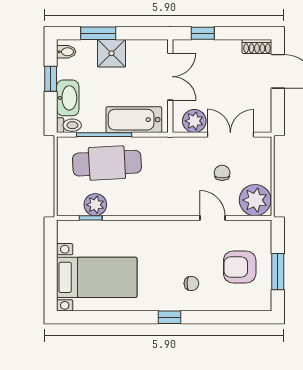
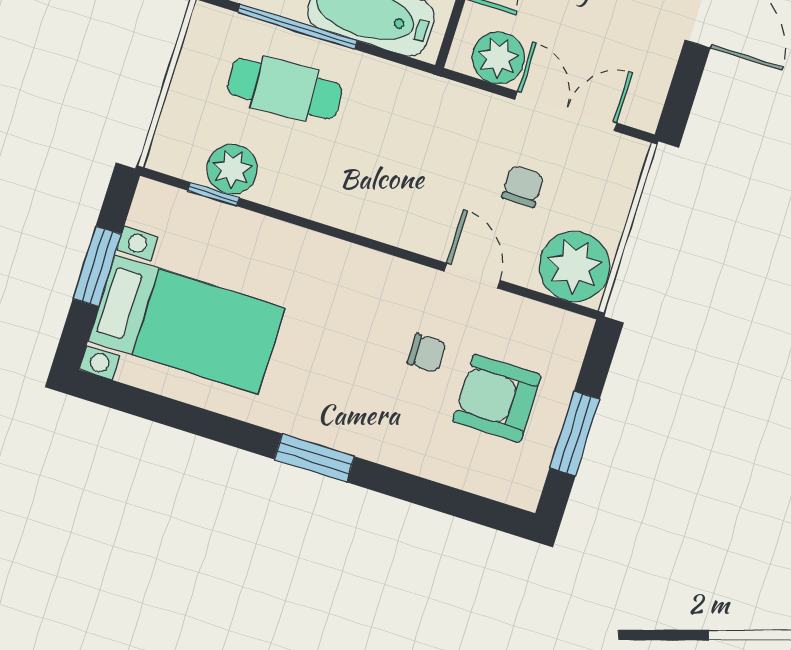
cafe table: (107, 163) -> (285, 89), width x0.73, depth x0.74
window: (51, 264) -> (97, 266), added
chair: (191, 283) -> (427, 353), moved
window: (170, 317) -> (314, 458), width x1.50

